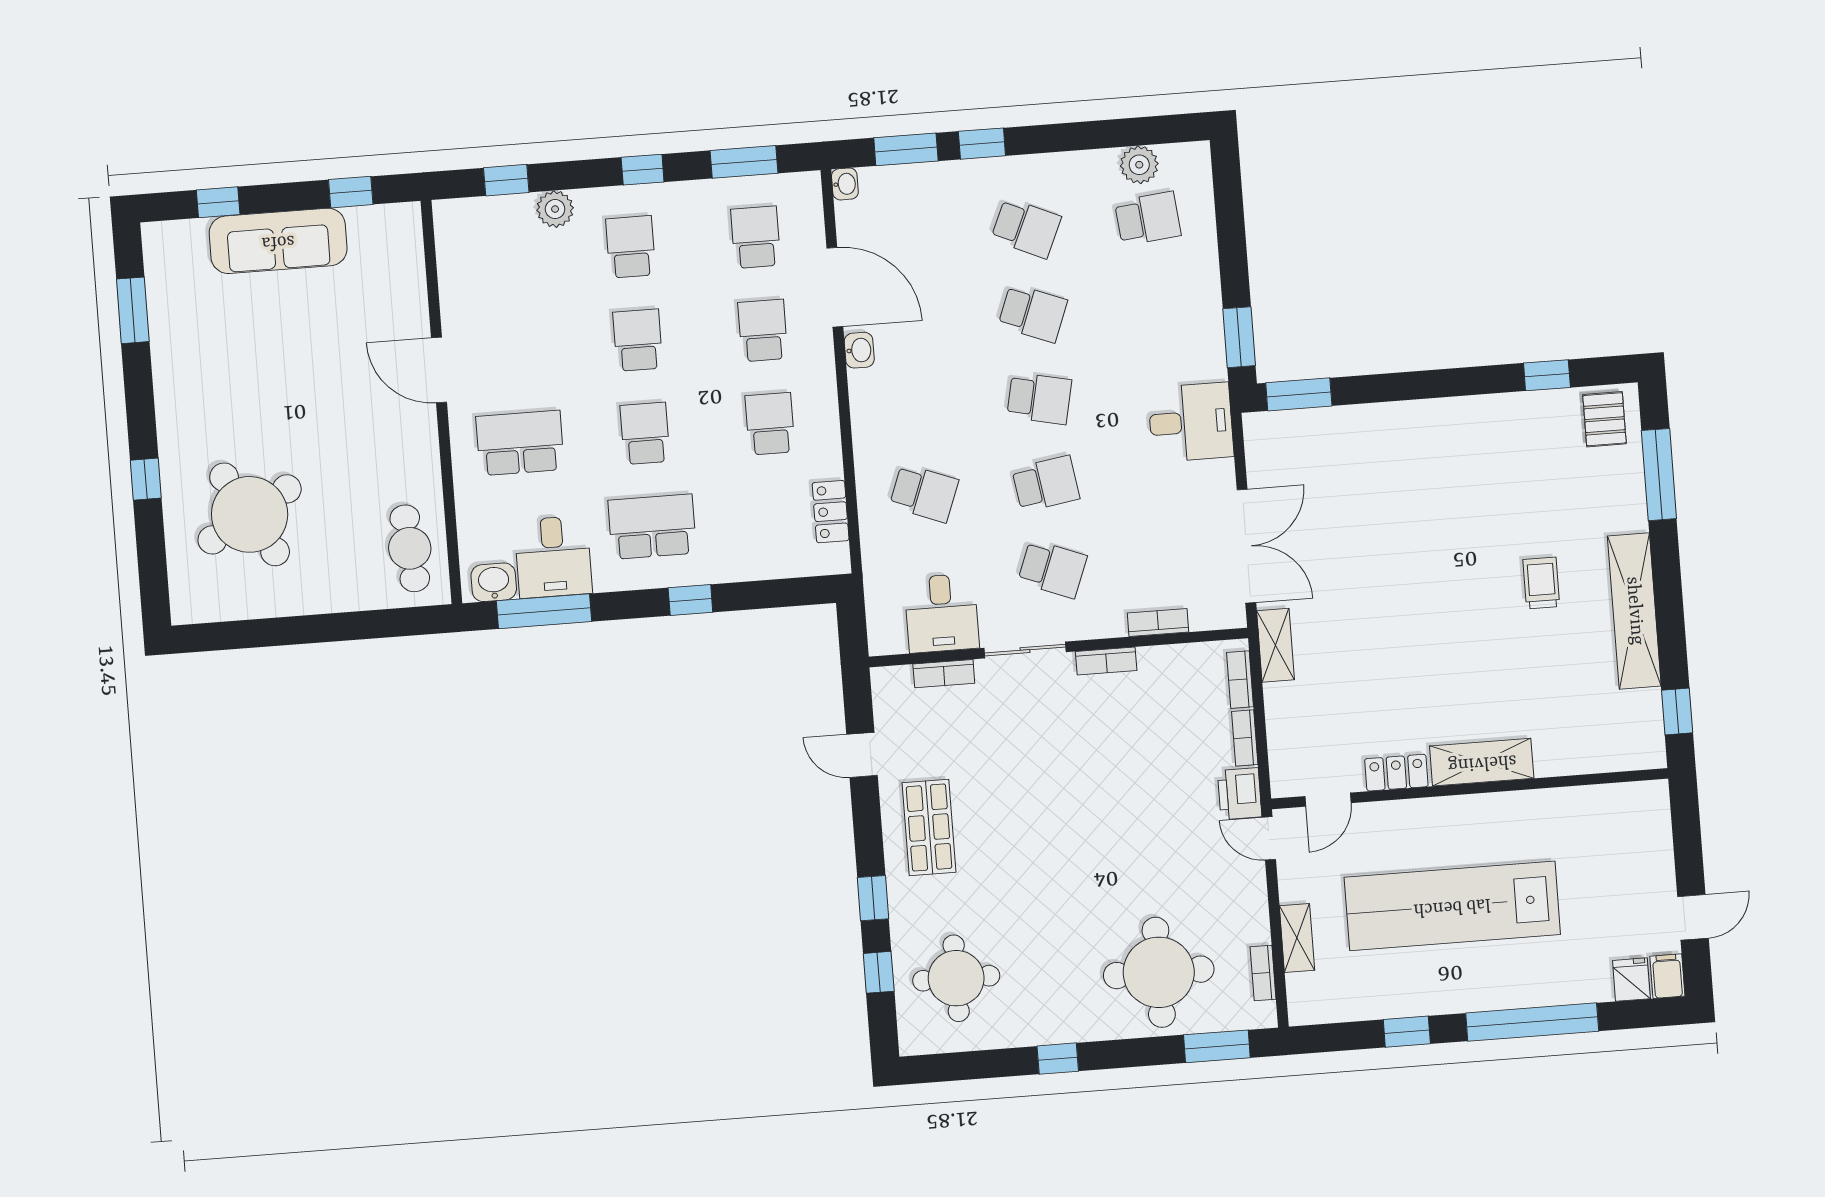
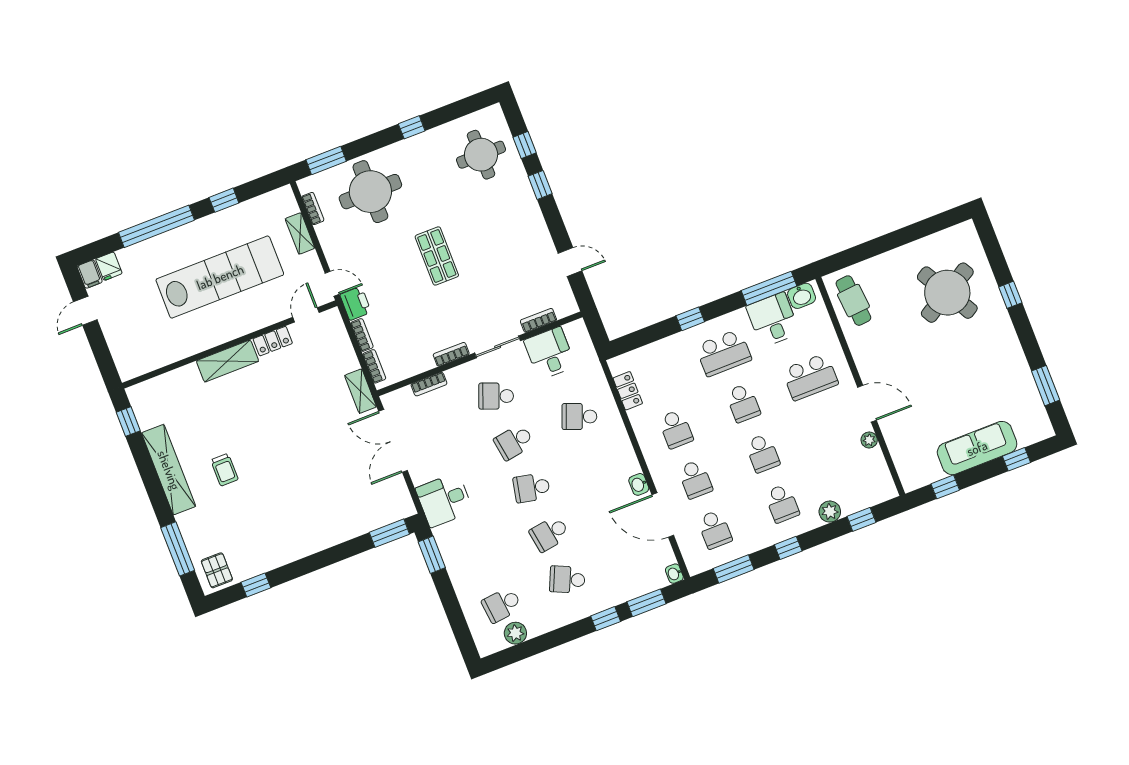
plant: (454, 308) -> (869, 440), added
school desk: (1033, 313) -> (549, 534), turned -30
shop shelf: (929, 827) -> (437, 256), moved

